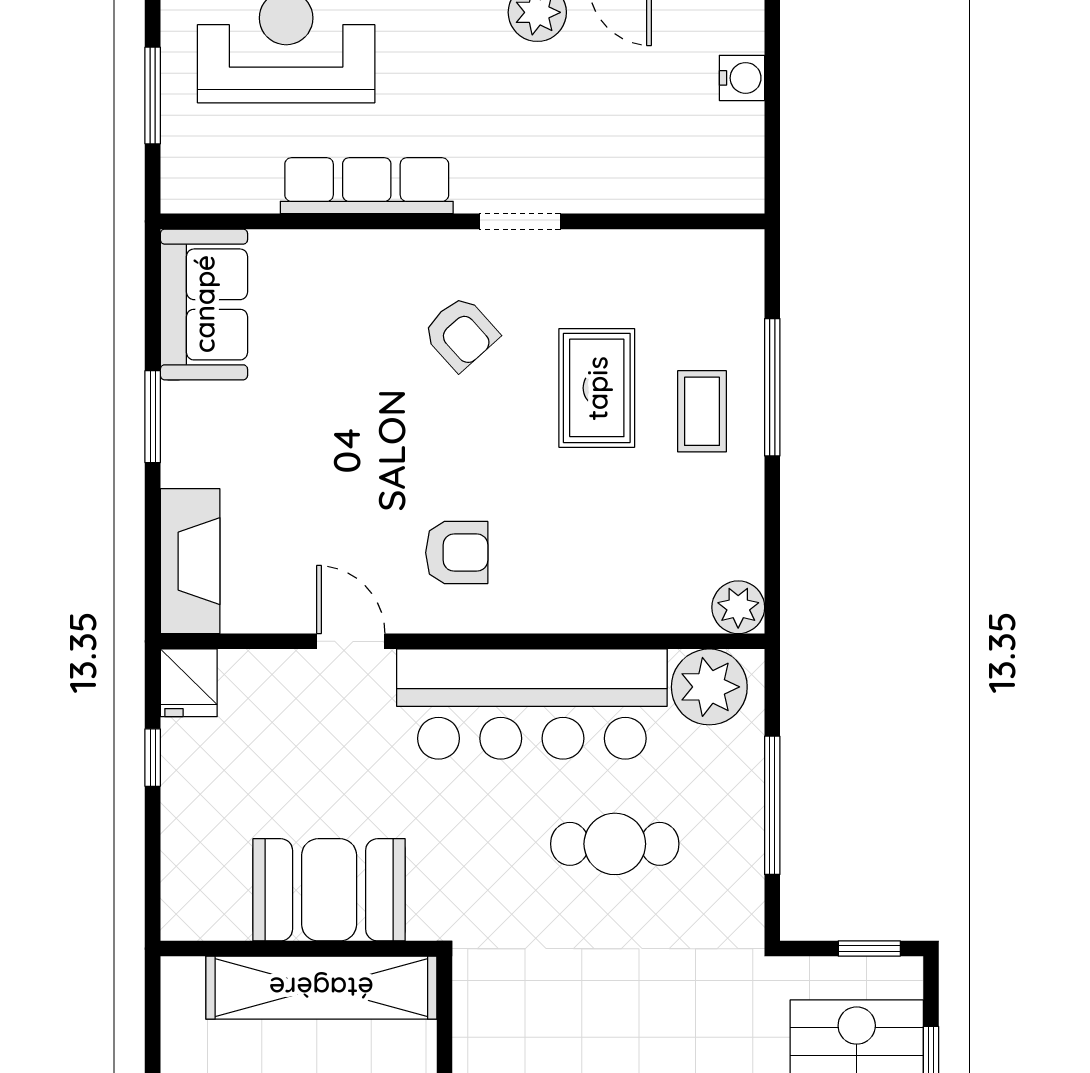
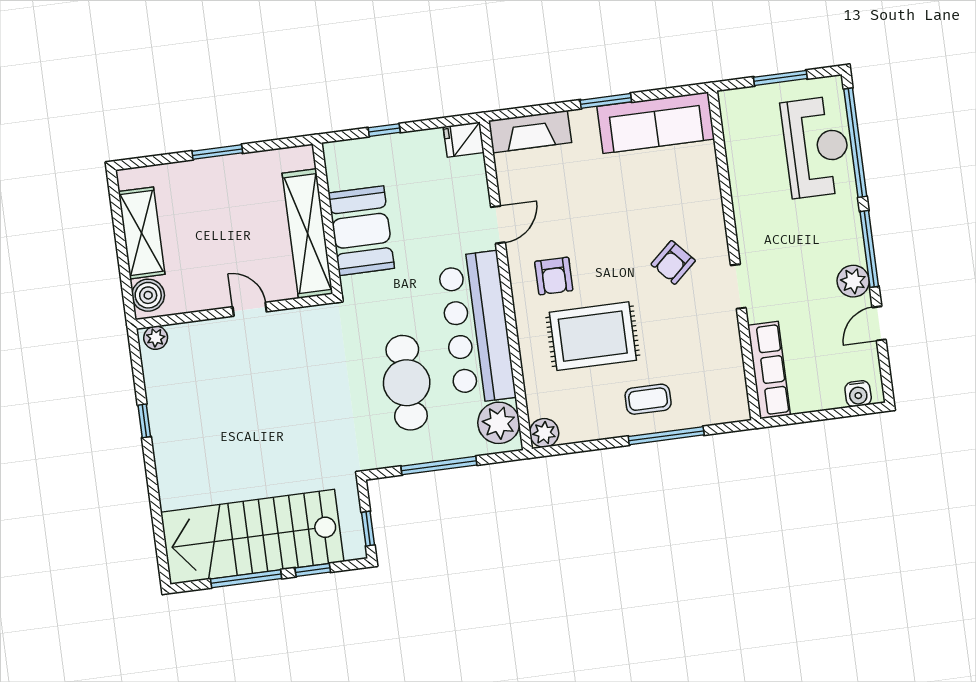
water cooler: (742, 78) -> (858, 394), moved
row of seats: (367, 186) -> (769, 370), moved
sofa: (204, 304) -> (656, 123), width x1.36
rug: (597, 388) -> (593, 336), moved, width x1.36, depth x1.43
window: (153, 758) -> (384, 130), moved
cafe table: (615, 844) -> (407, 383), width x1.37, depth x1.35

